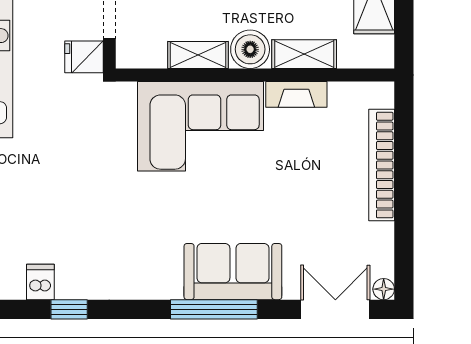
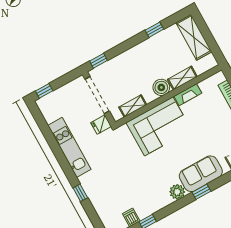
shelving: (198, 55) -> (133, 106), moved
plant: (164, 282) -> (177, 192), added
window: (214, 309) -> (201, 192), width x0.46

